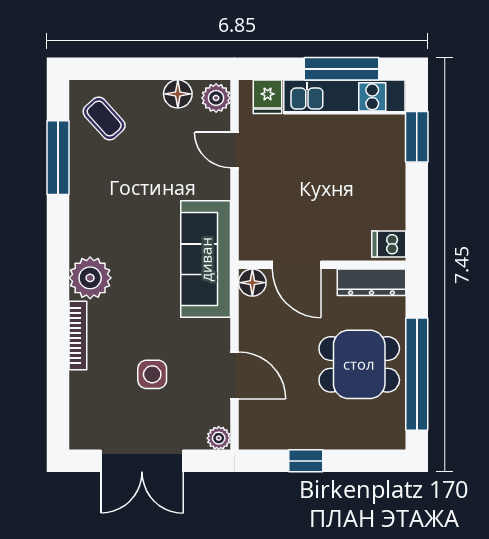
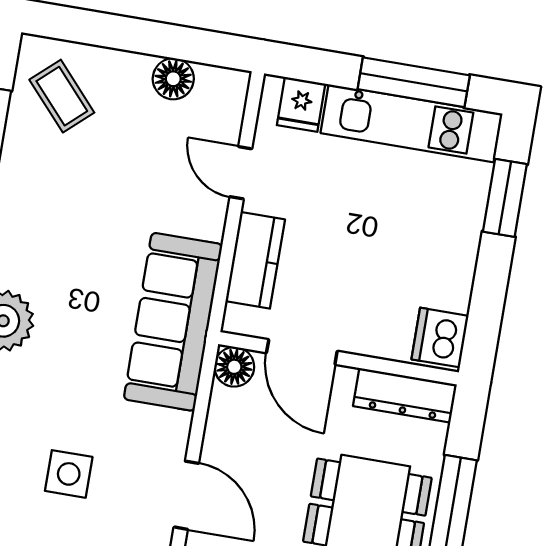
plant: (216, 98) -> (227, 94), removed
kitchen counter: (254, 208) -> (255, 260), added
dishwasher: (389, 244) -> (440, 338), width x1.38

